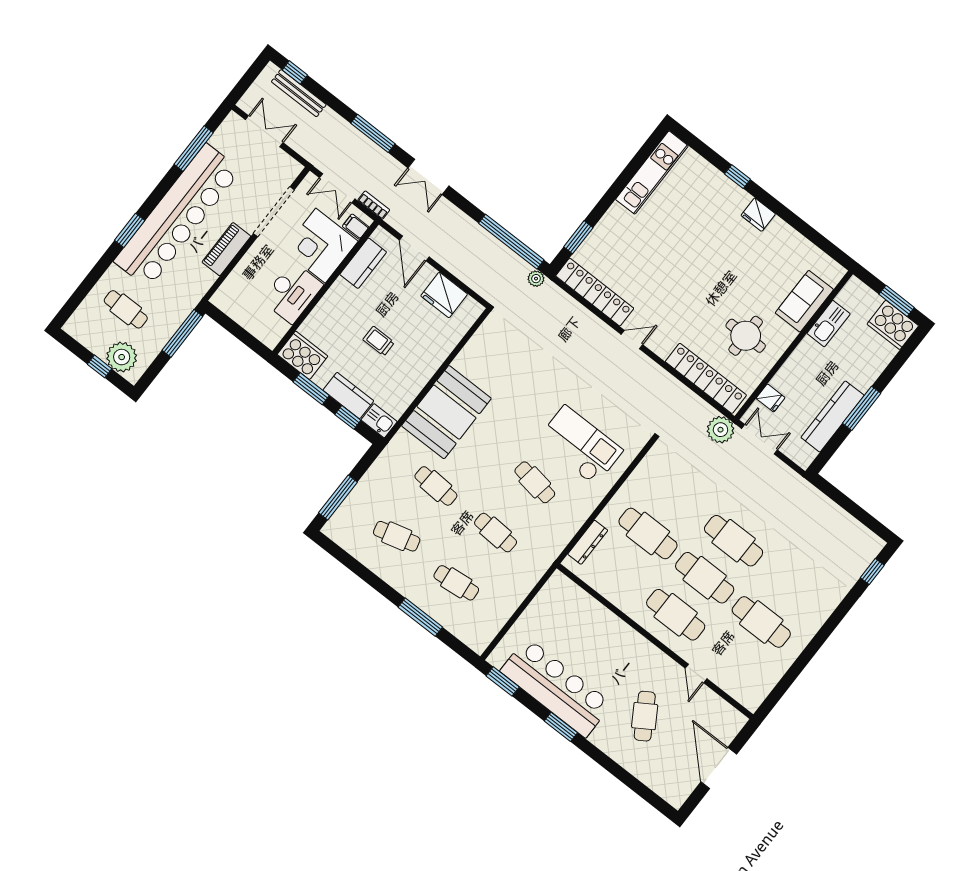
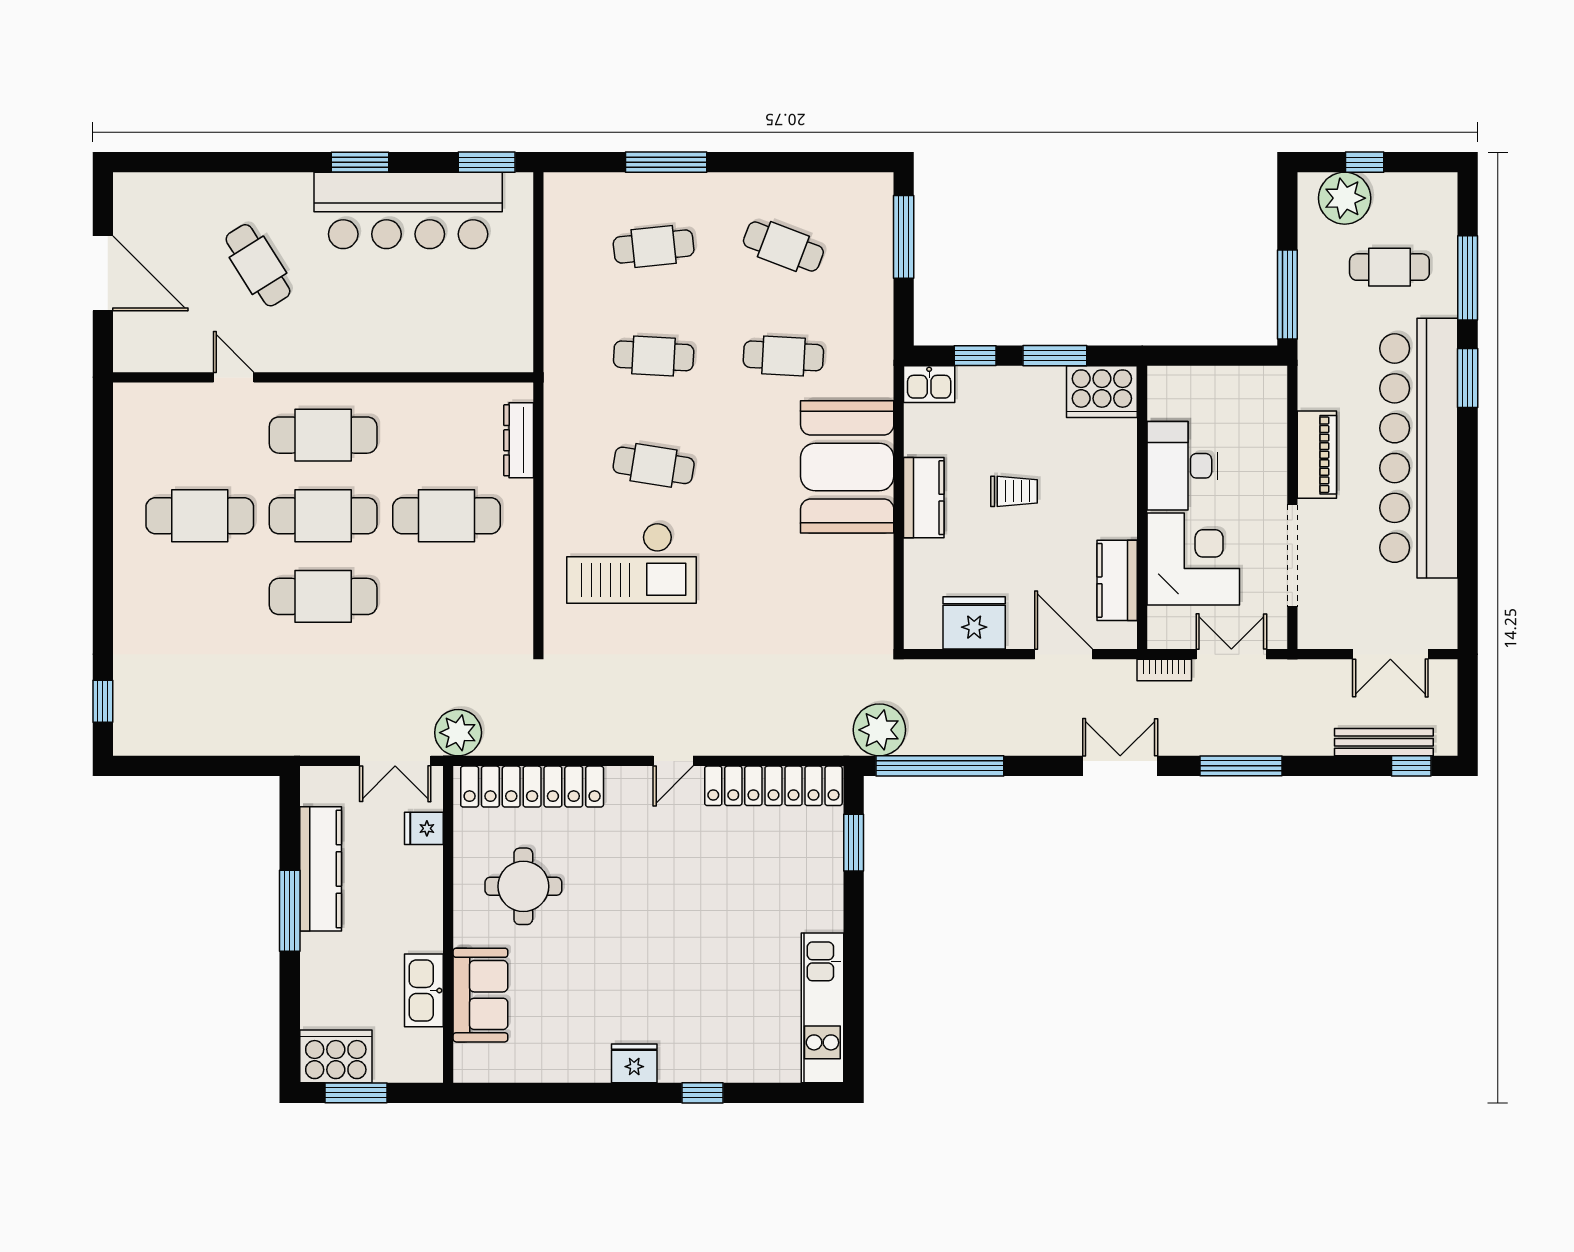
window: (194, 149) -> (1468, 278), moved
filing cabinet: (356, 227) -> (1166, 622), removed
plant: (536, 279) -> (879, 730), width x1.88, depth x1.88
kitchen counter: (348, 396) -> (924, 498), moved, turned -90
cafe table: (397, 536) -> (783, 246), turned 36

